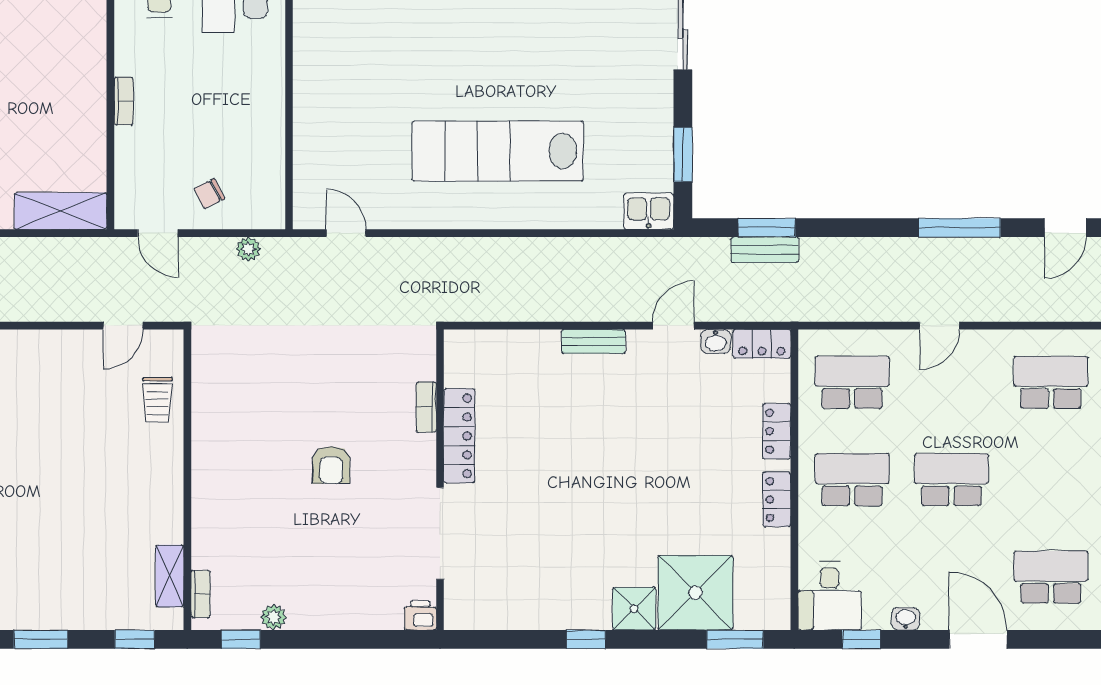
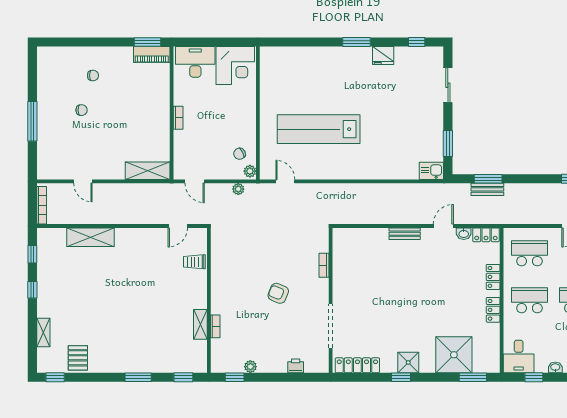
lab bench: (498, 151) -> (319, 129), moved
chair: (209, 194) -> (240, 154), moved
plant: (272, 212) -> (250, 171), added
trolley: (157, 400) -> (194, 262), turned 90
locker: (459, 436) -> (357, 365), moved, turned -90
armchair: (331, 465) -> (278, 293), turned 112
shelving: (170, 576) -> (200, 324), moved
bookcase: (201, 594) -> (215, 326), moved
shower: (634, 609) -> (408, 362), moved
printer: (420, 615) -> (296, 366), moved

